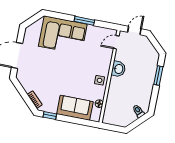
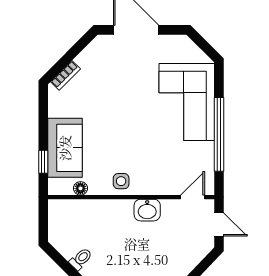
window: (84, 21) -> (219, 134), width x2.11
door: (116, 42) -> (193, 197), hinge flipped
window: (50, 115) -> (43, 162), moved

